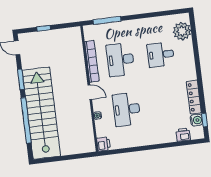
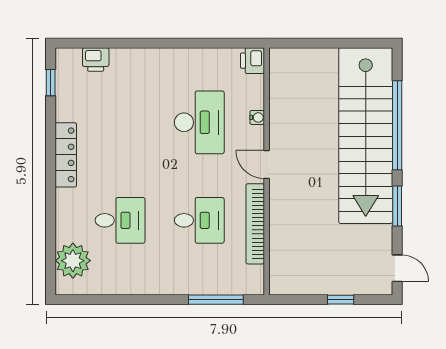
desk: (120, 60) -> (199, 220), width x0.73
locker: (194, 97) -> (66, 155), moved
water cooler: (196, 120) -> (66, 84), removed

